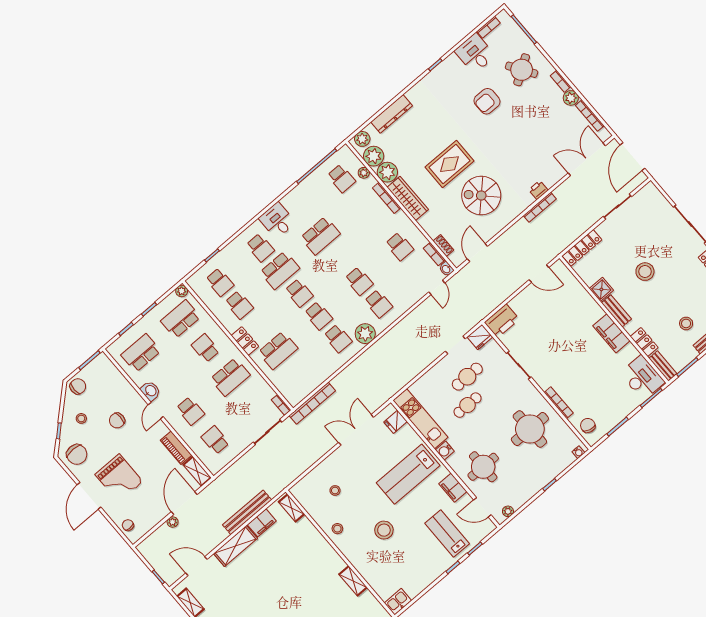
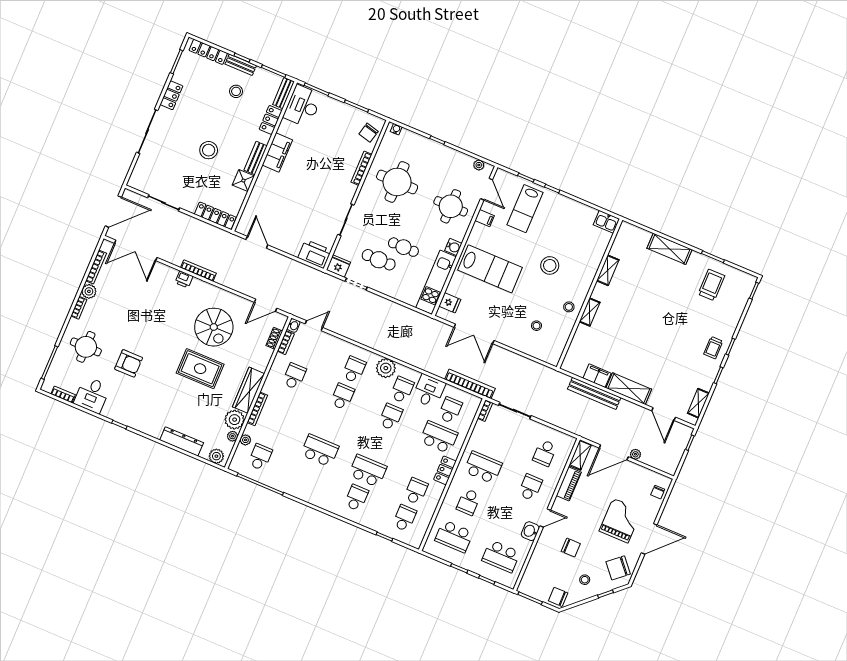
round table: (522, 70) -> (86, 347), turned 33
plant: (374, 156) -> (232, 436), width x0.53, depth x0.53
desk: (277, 220) -> (429, 391), moved, turned 180
plant: (182, 291) -> (429, 548), removed
school desk: (299, 293) -> (450, 410), moved
chair: (77, 454) -> (618, 568), turned -131
filing cabinet: (453, 488) -> (485, 218), width x0.50
shelving: (292, 508) -> (590, 312), moved

